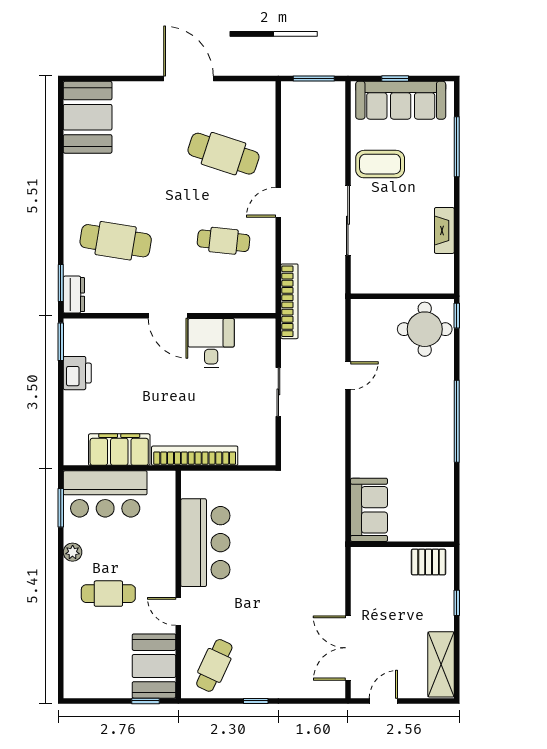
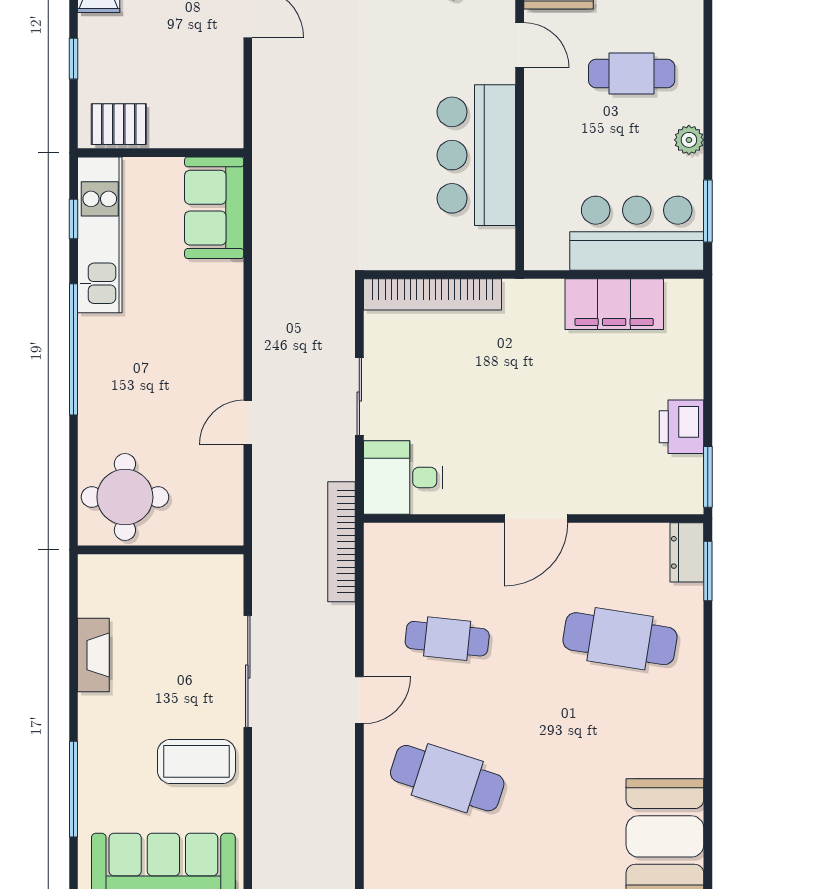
door: (168, 316) -> (536, 518), swing flipped
window: (457, 316) -> (74, 219), moved
desk: (211, 343) -> (403, 477), moved, turned 90
bookcase: (195, 456) -> (432, 294), moved
kitchen unit: (440, 493) -> (100, 235), added

